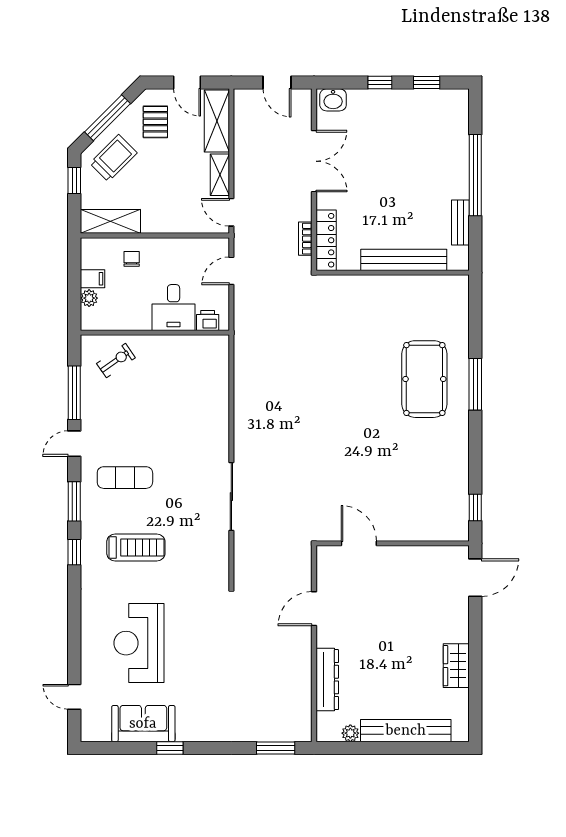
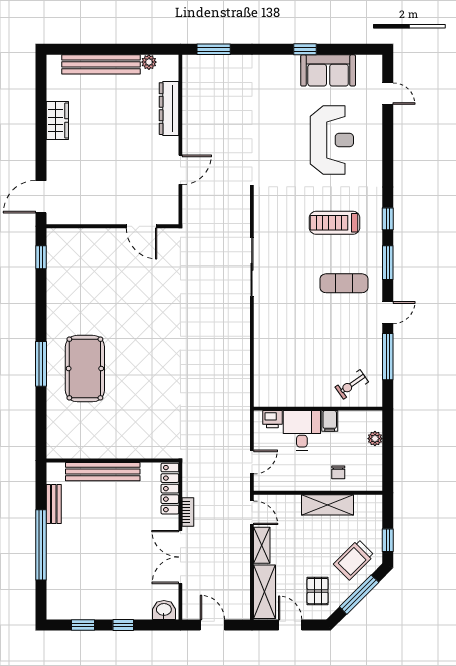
shelving: (110, 221) -> (328, 505), moved
bookcase: (305, 239) -> (188, 512), moved
filing cabinet: (93, 279) -> (330, 421), moved, turned -90

